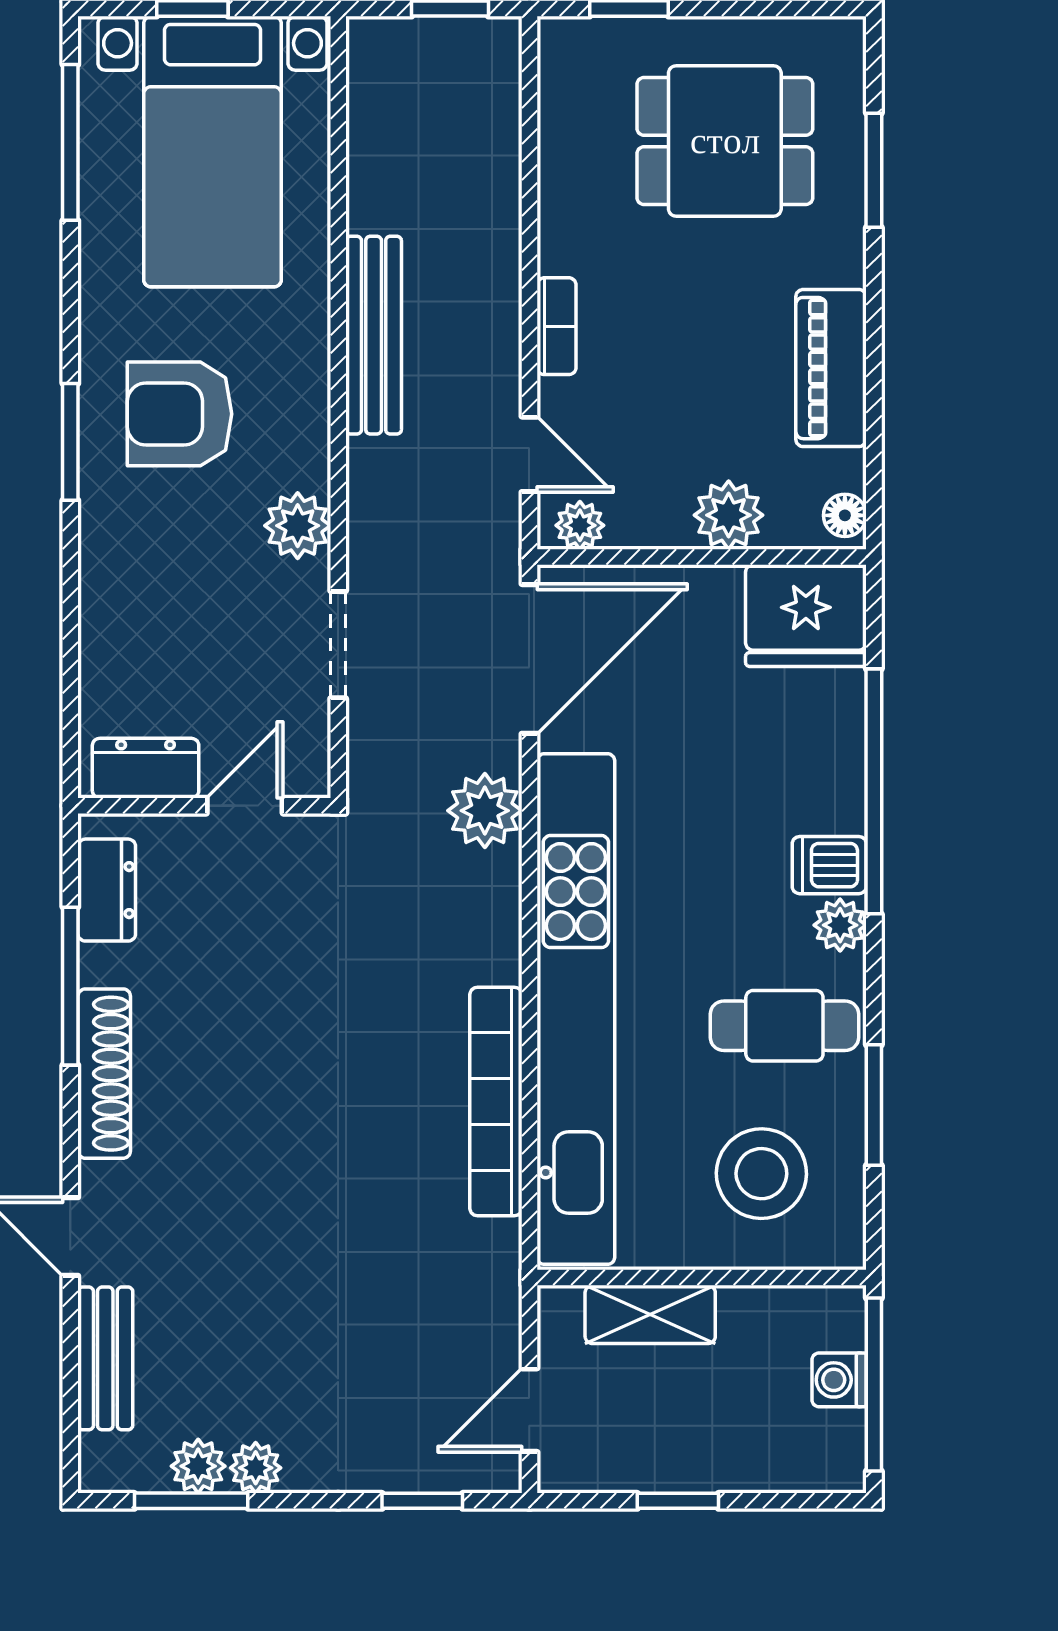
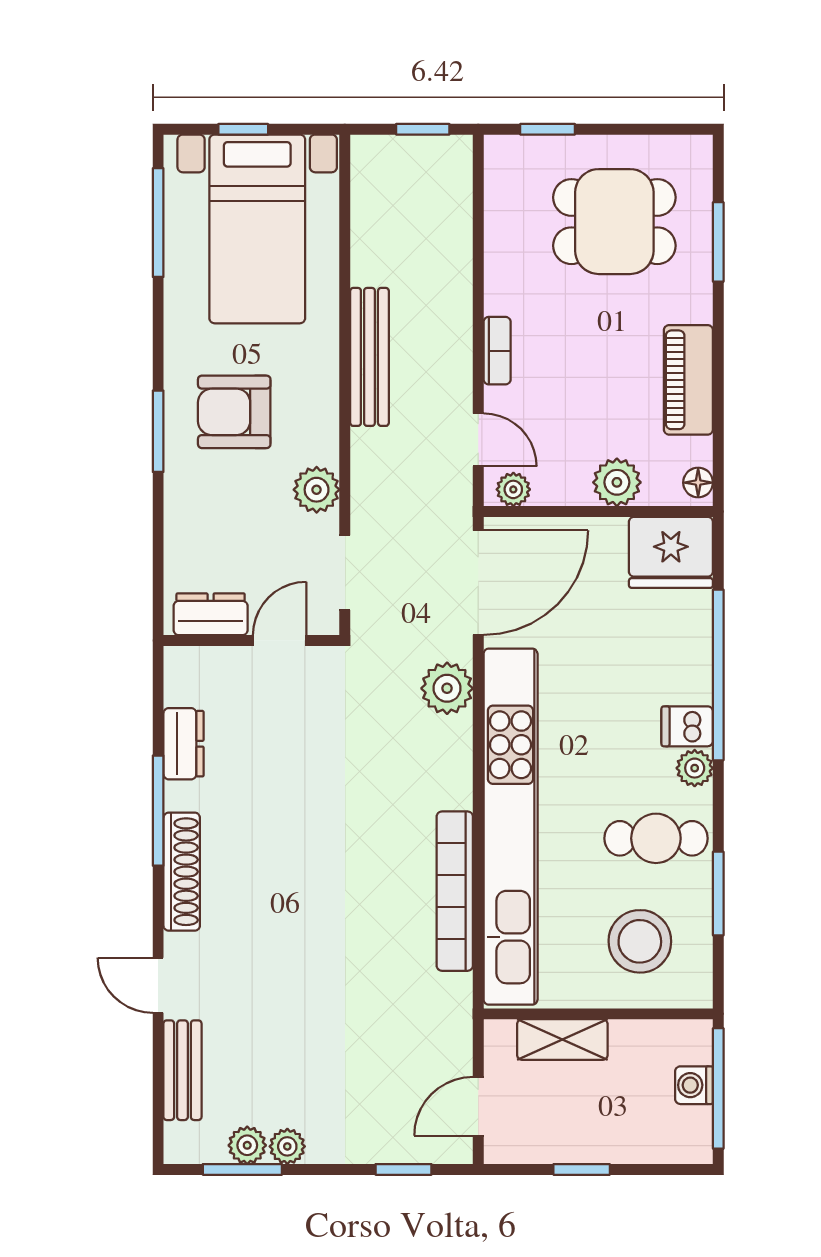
dresser: (146, 768) -> (211, 614), moved
wall: (204, 806) -> (251, 640), moved
door: (245, 806) -> (280, 640), moved

